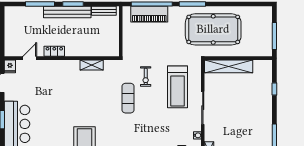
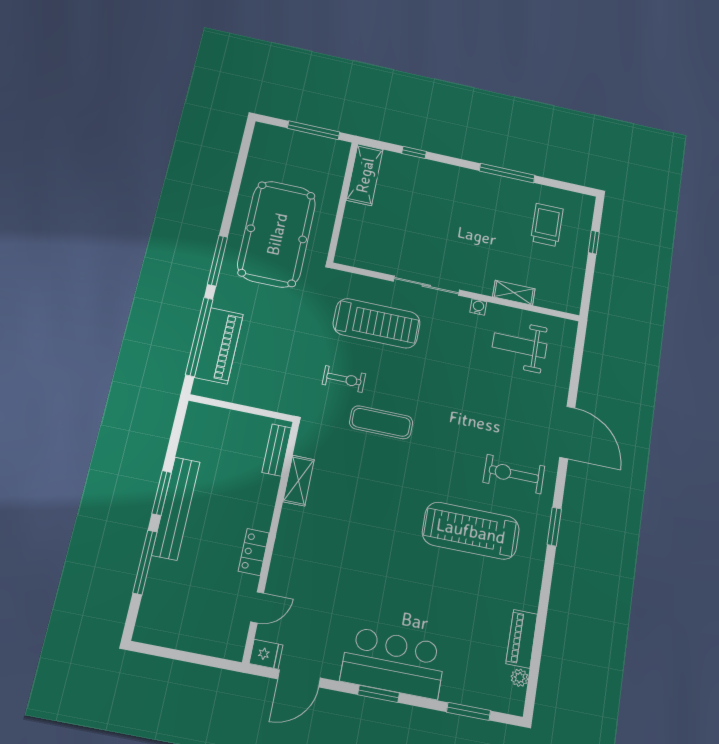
bench: (104, 11) -> (277, 450), moved
door: (30, 58) -> (257, 607), swing flipped
shelving: (229, 66) -> (365, 175), moved, width x0.68

